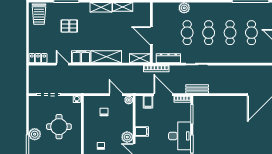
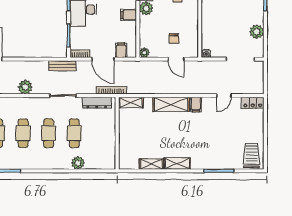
pallet: (69, 26) -> (215, 141), removed
door: (151, 36) -> (117, 130), removed
filing cabinet: (81, 57) -> (196, 104), width x0.50
door: (62, 64) -> (224, 96), hinge flipped
plant: (228, 71) -> (25, 87), added
door: (116, 95) -> (176, 59), moved
round table: (59, 127) -> (228, 21), removed
plant: (35, 134) -> (257, 32), moved

